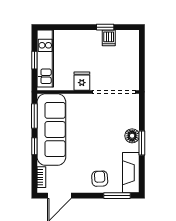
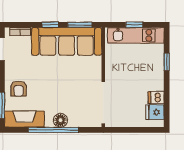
window: (105, 27) -> (167, 62), moved
fridge: (82, 81) -> (155, 112), moved, turned 180
window: (142, 143) -> (53, 130), width x2.11
armchair: (100, 179) -> (19, 89), turned 93

